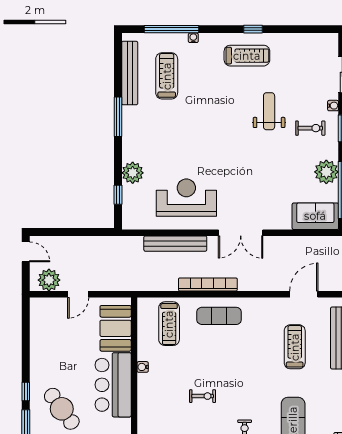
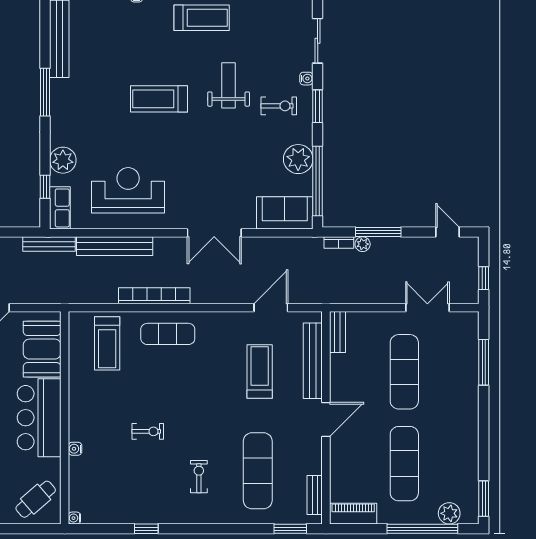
treadmill: (167, 76) -> (159, 99), moved, turned -90
row of seats: (130, 212) -> (60, 208), added
double door: (241, 233) -> (214, 233), moved
bench: (121, 242) -> (49, 244), added
water cooler: (143, 367) -> (75, 449), moved

